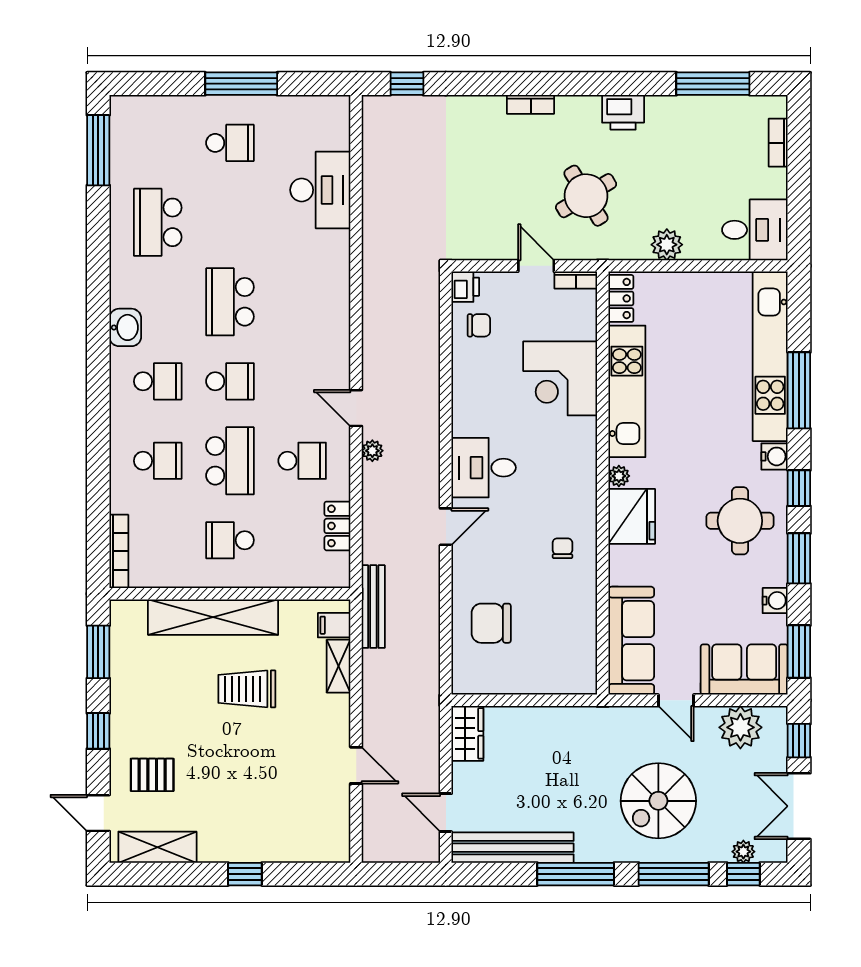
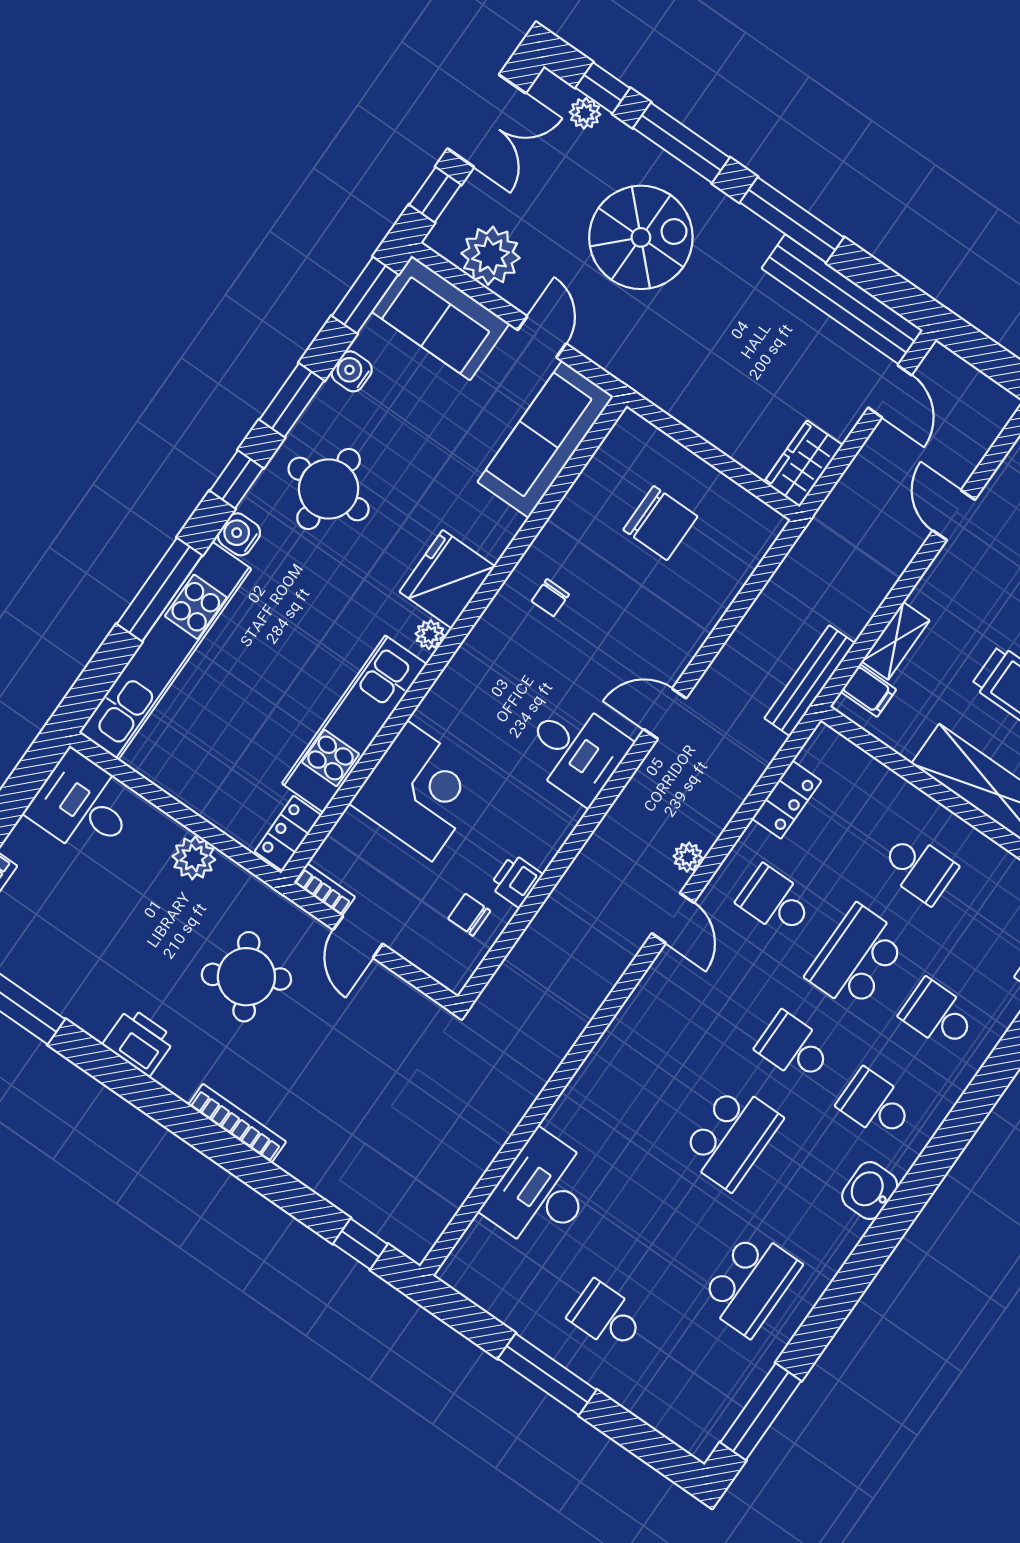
bookcase: (531, 104) -> (237, 1123), width x1.56
printer: (465, 287) -> (516, 881), moved
chair: (491, 623) -> (660, 523), moved

